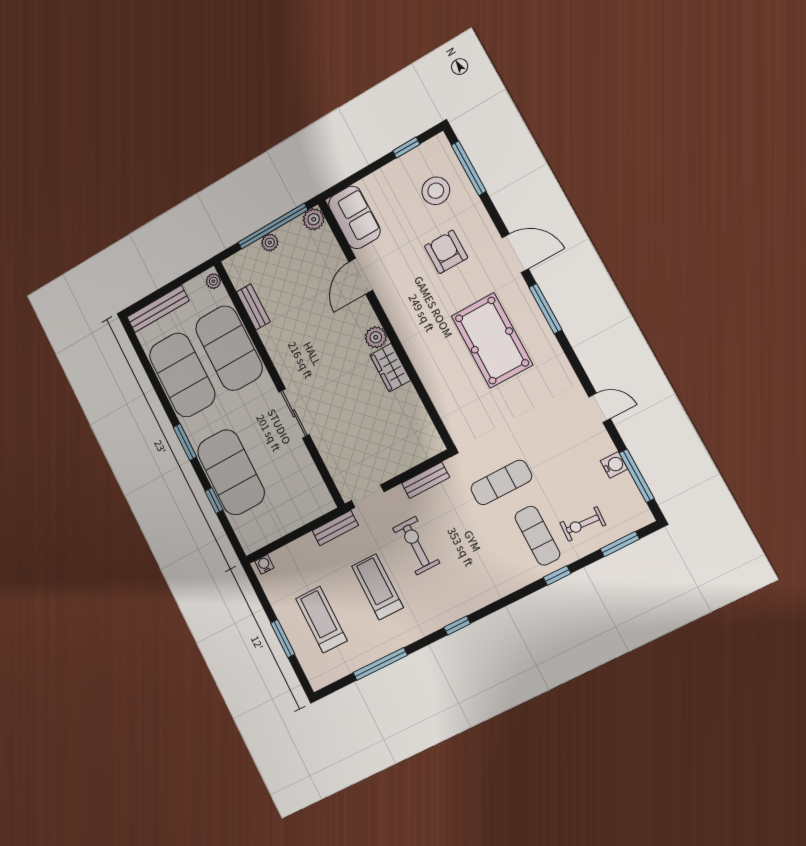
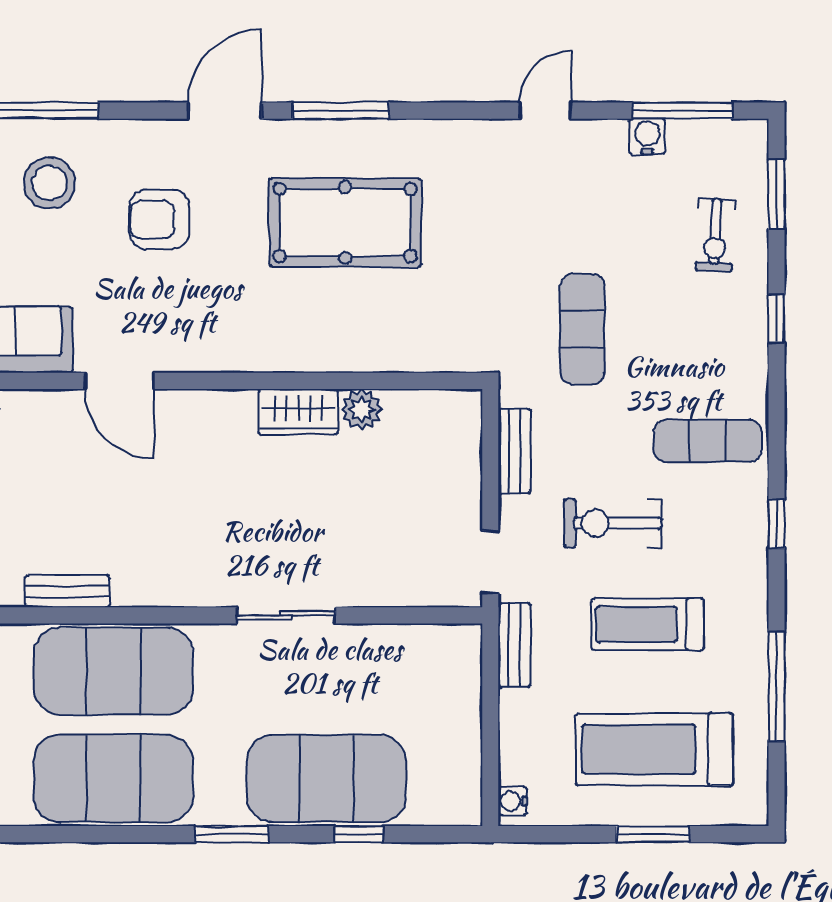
plant: (376, 337) -> (361, 409), moved
exercise mat: (537, 536) -> (708, 441), moved
treadmill: (321, 620) -> (654, 749), width x1.37, depth x1.38

